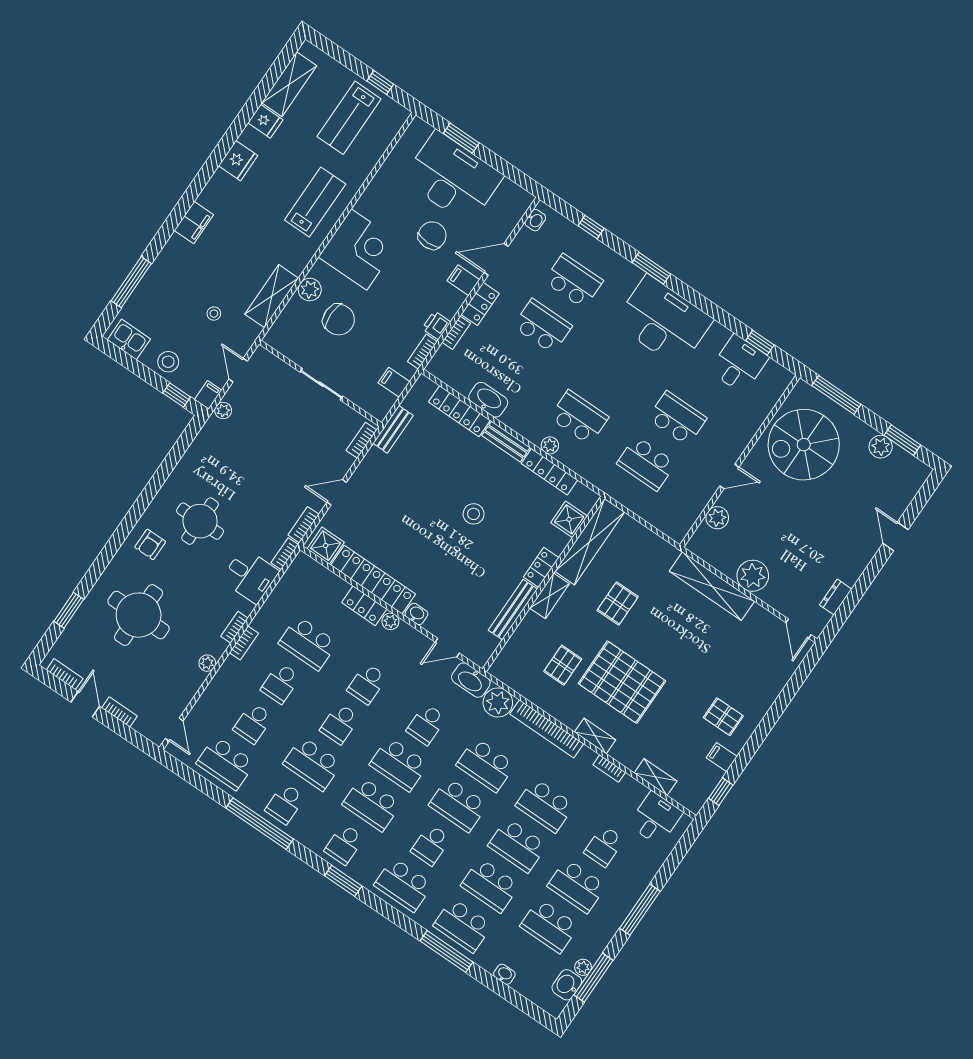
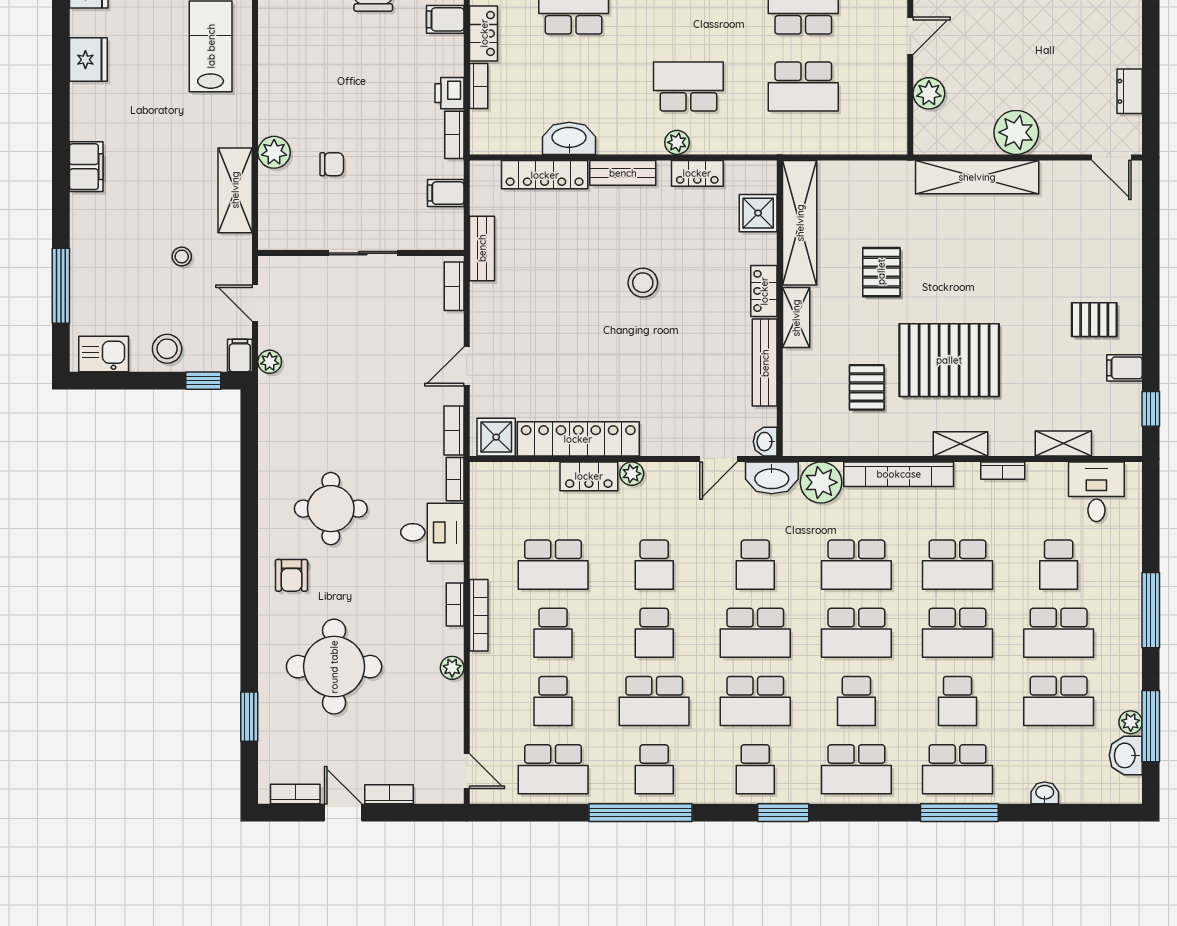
corner desk: (359, 250) -> (299, 67), removed
chair: (339, 320) -> (332, 164), width x0.54, depth x0.54
locker: (549, 472) -> (697, 173), width x0.66
washbasin: (416, 614) -> (765, 442), moved, turned -90
bookcase: (244, 643) -> (479, 615), width x1.56
school desk: (490, 885) -> (957, 701), width x0.54

